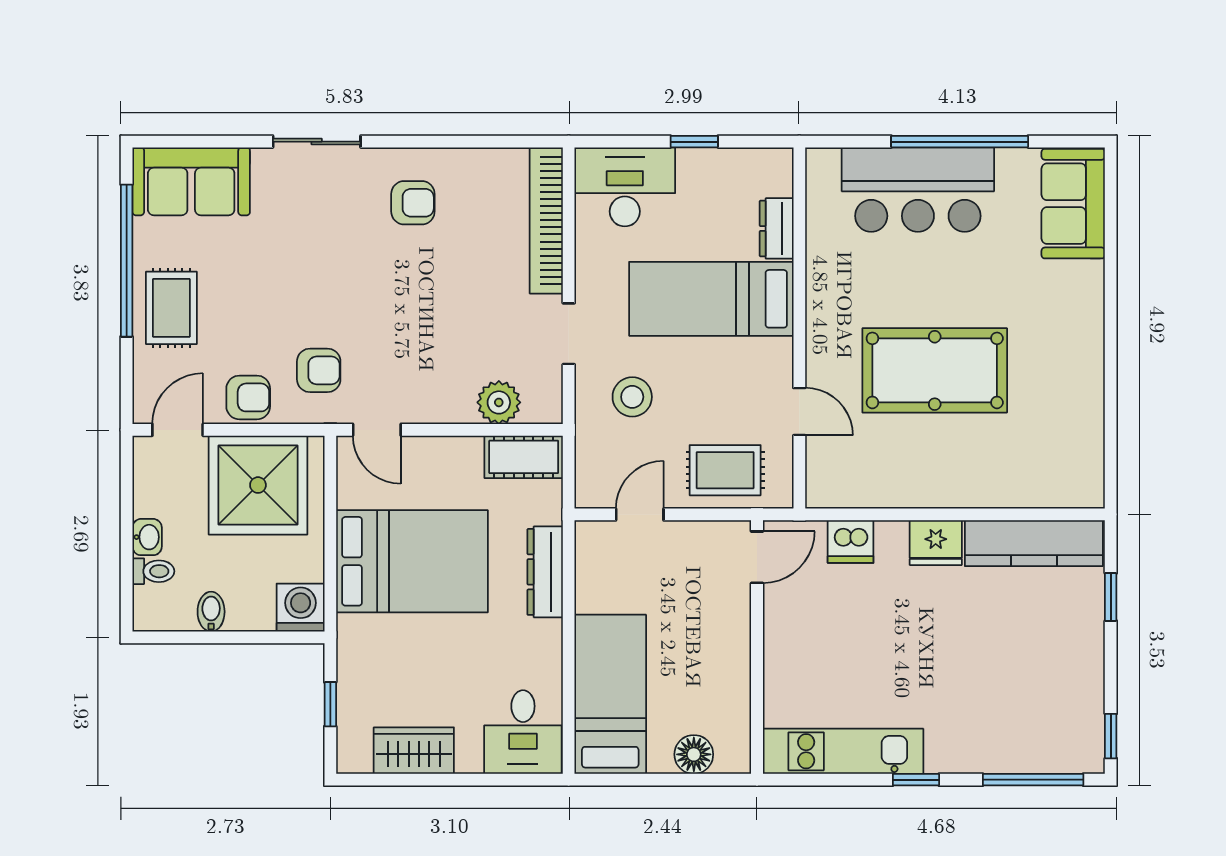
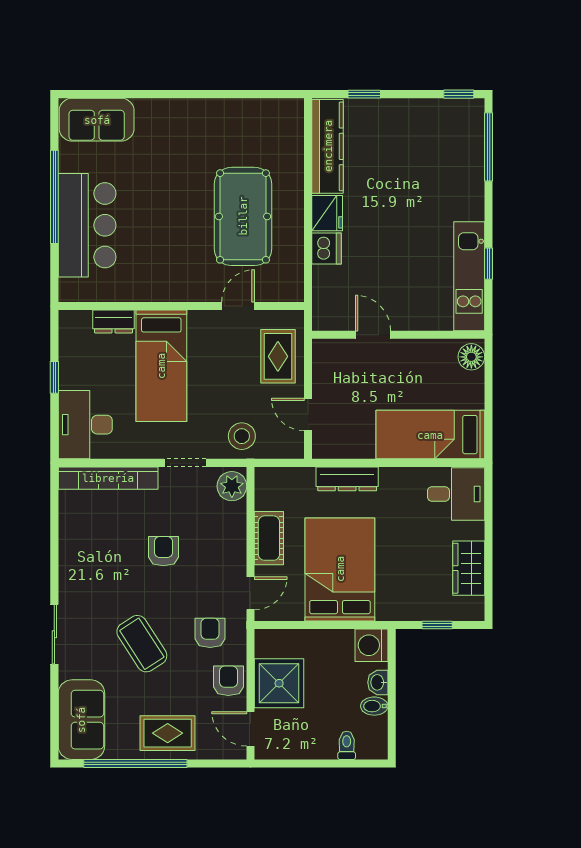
armchair: (413, 203) -> (163, 551), moved
coffee table: (303, 270) -> (142, 644), added
pool table: (935, 370) -> (243, 216), moved
stool: (632, 397) -> (242, 436), moved
plant: (499, 402) -> (232, 486), moved
cot: (524, 457) -> (269, 538), moved
shower: (258, 485) -> (279, 683), width x0.73, depth x0.73
washbasin: (147, 537) -> (378, 682), moved, turned -90
dishwasher: (851, 542) -> (327, 249), moved
door: (757, 557) -> (373, 335), moved
floor lamp: (694, 754) -> (471, 357), moved
window: (916, 780) -> (488, 264), moved

